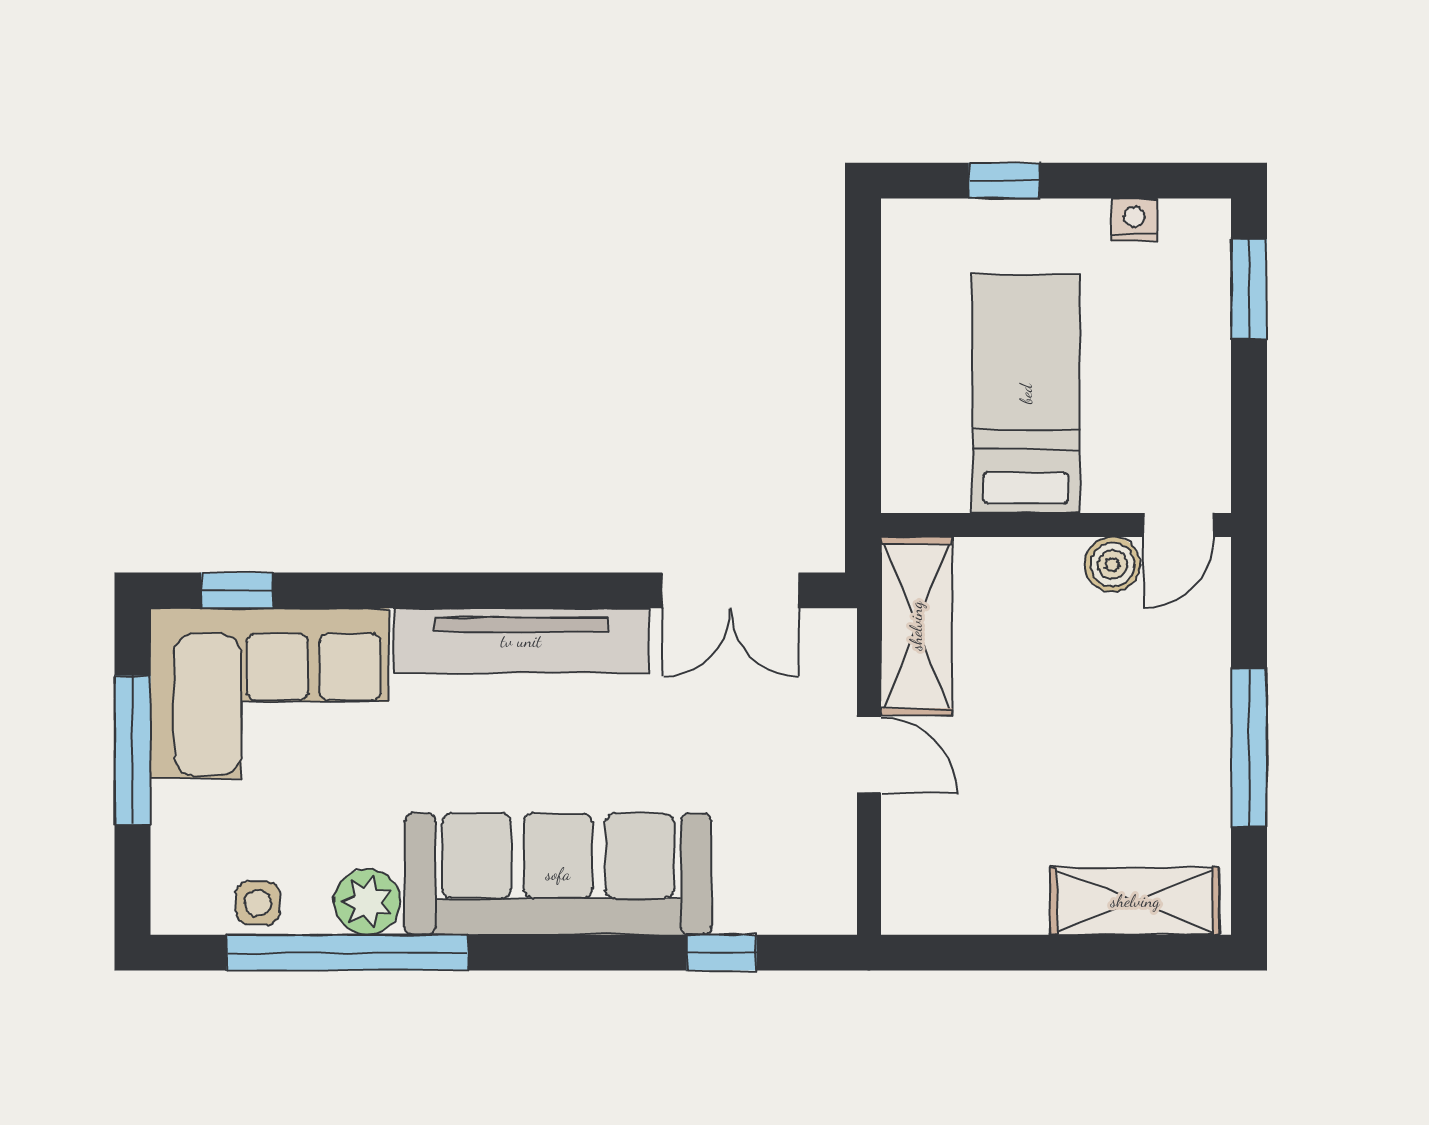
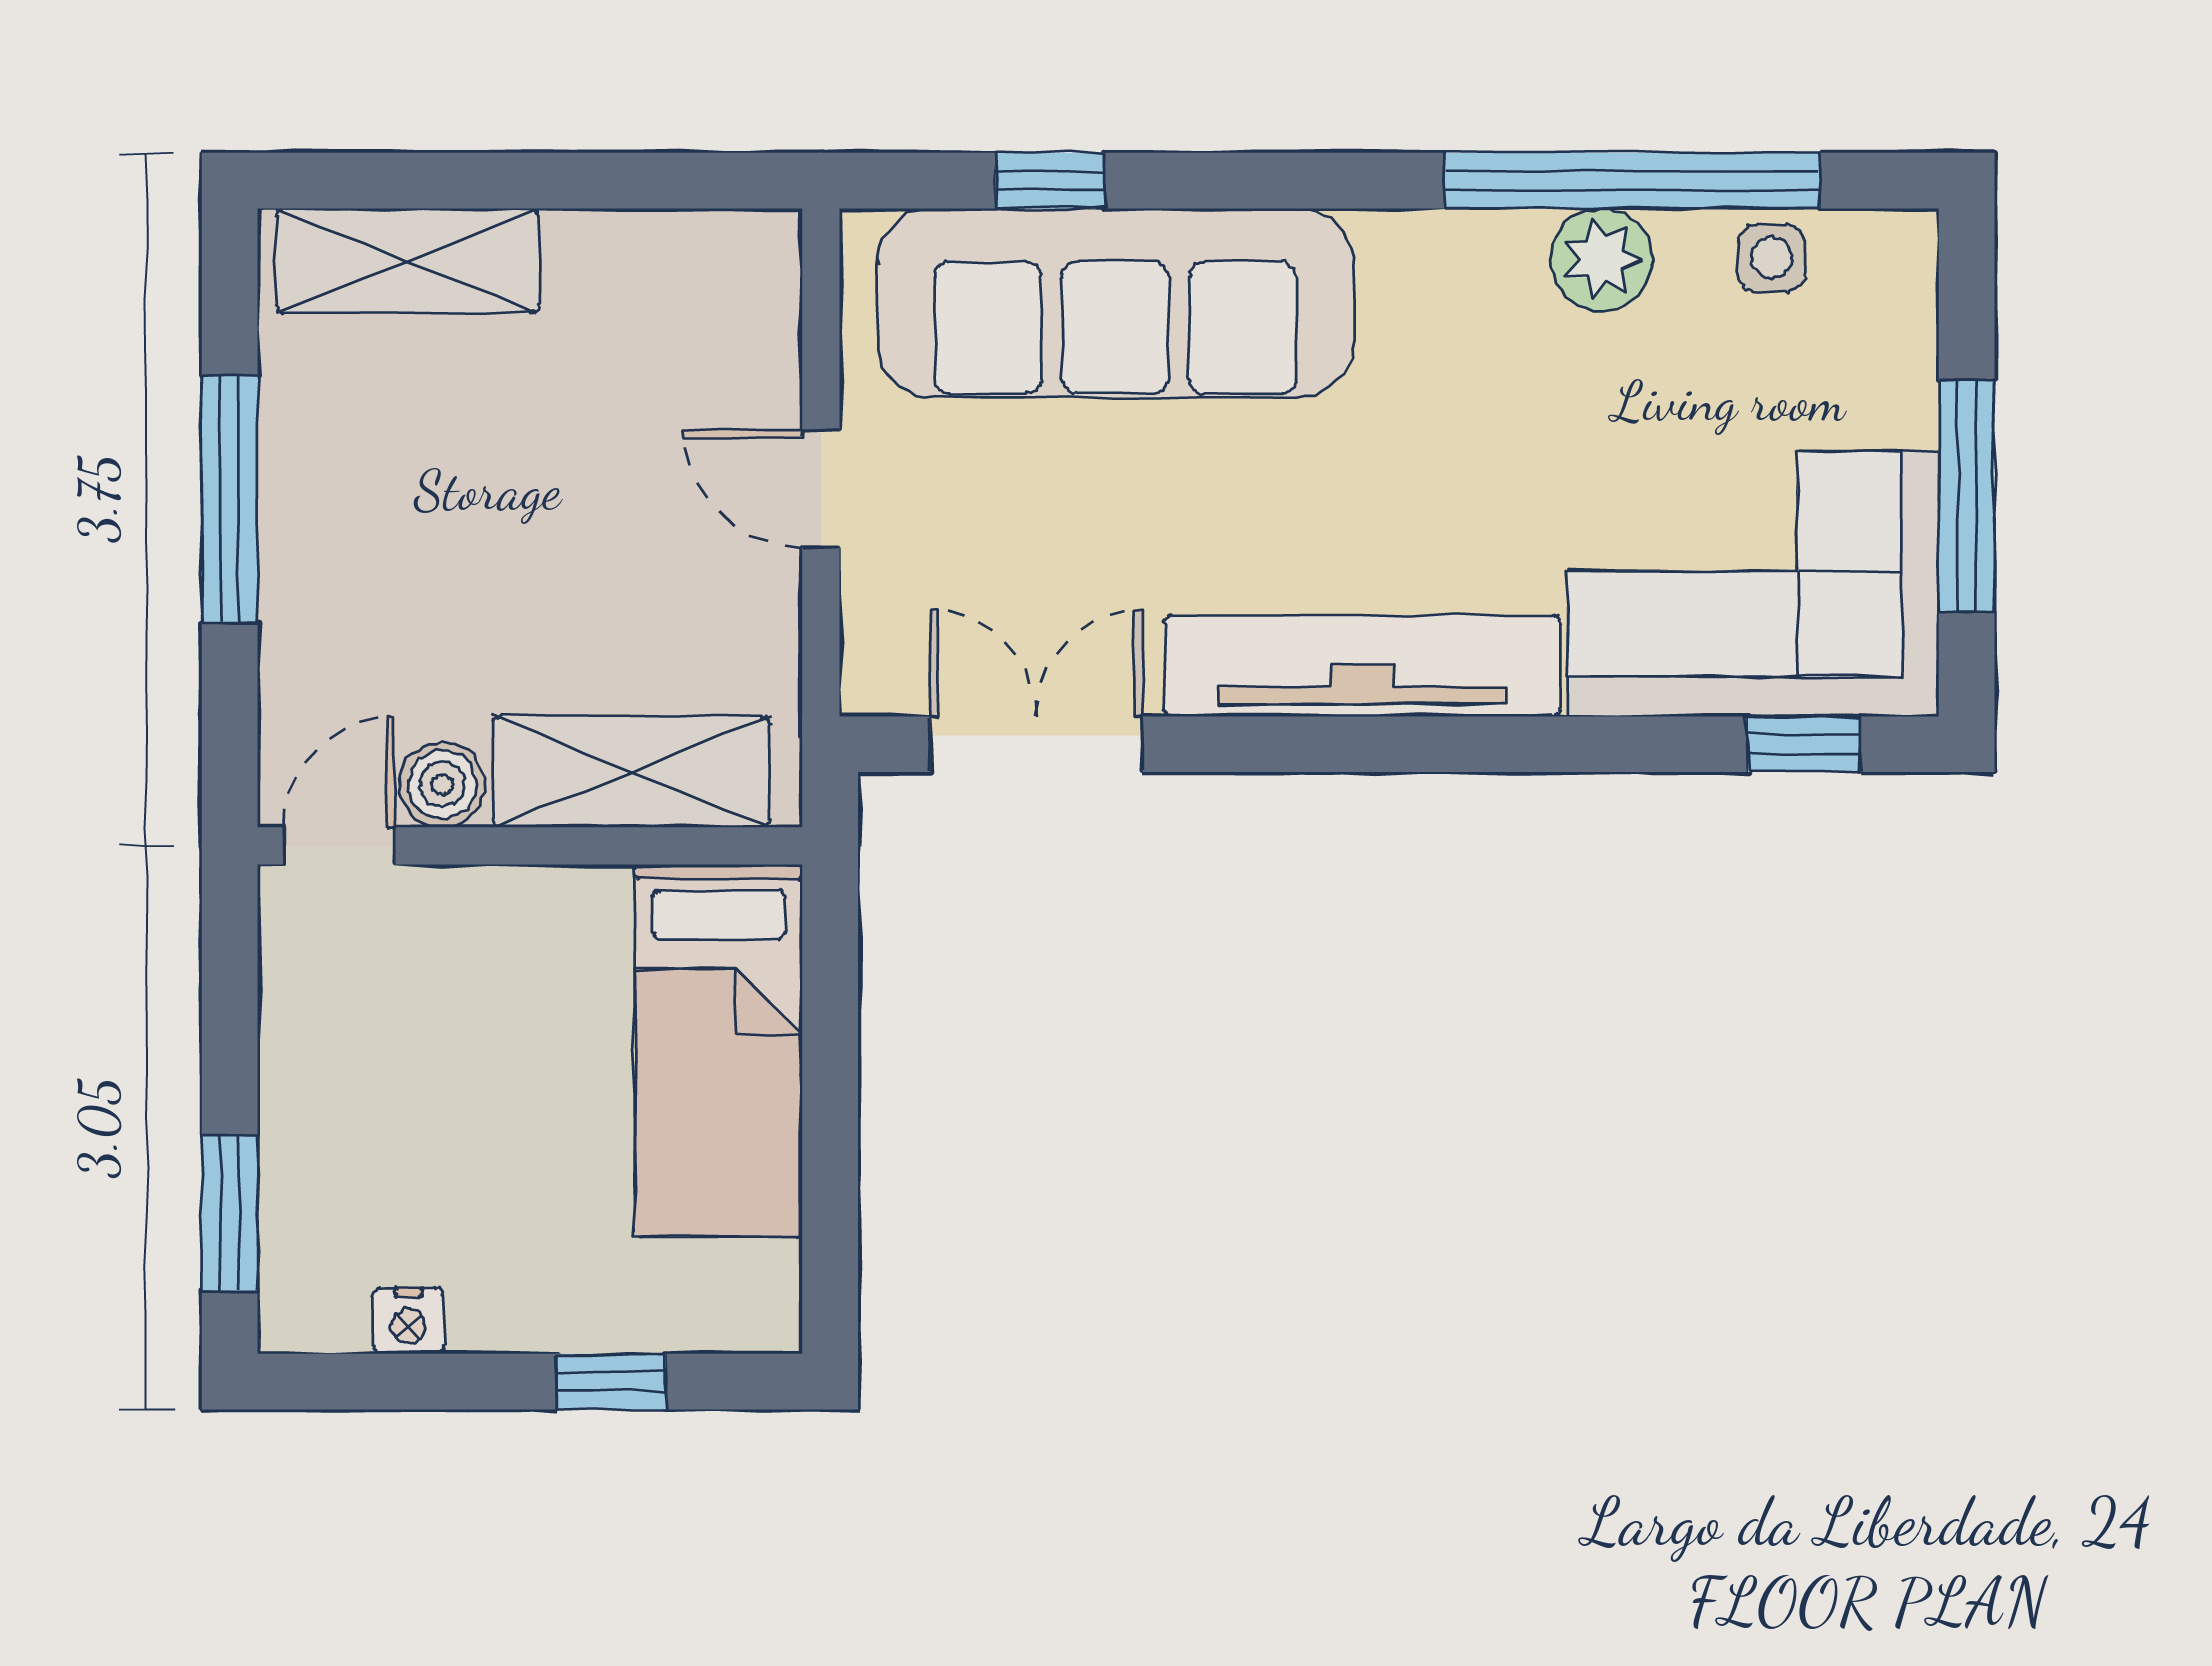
bed: (1026, 394) -> (719, 1050), moved
shelving: (916, 626) -> (631, 772), moved, turned 90
sofa: (558, 874) -> (1115, 303), moved

